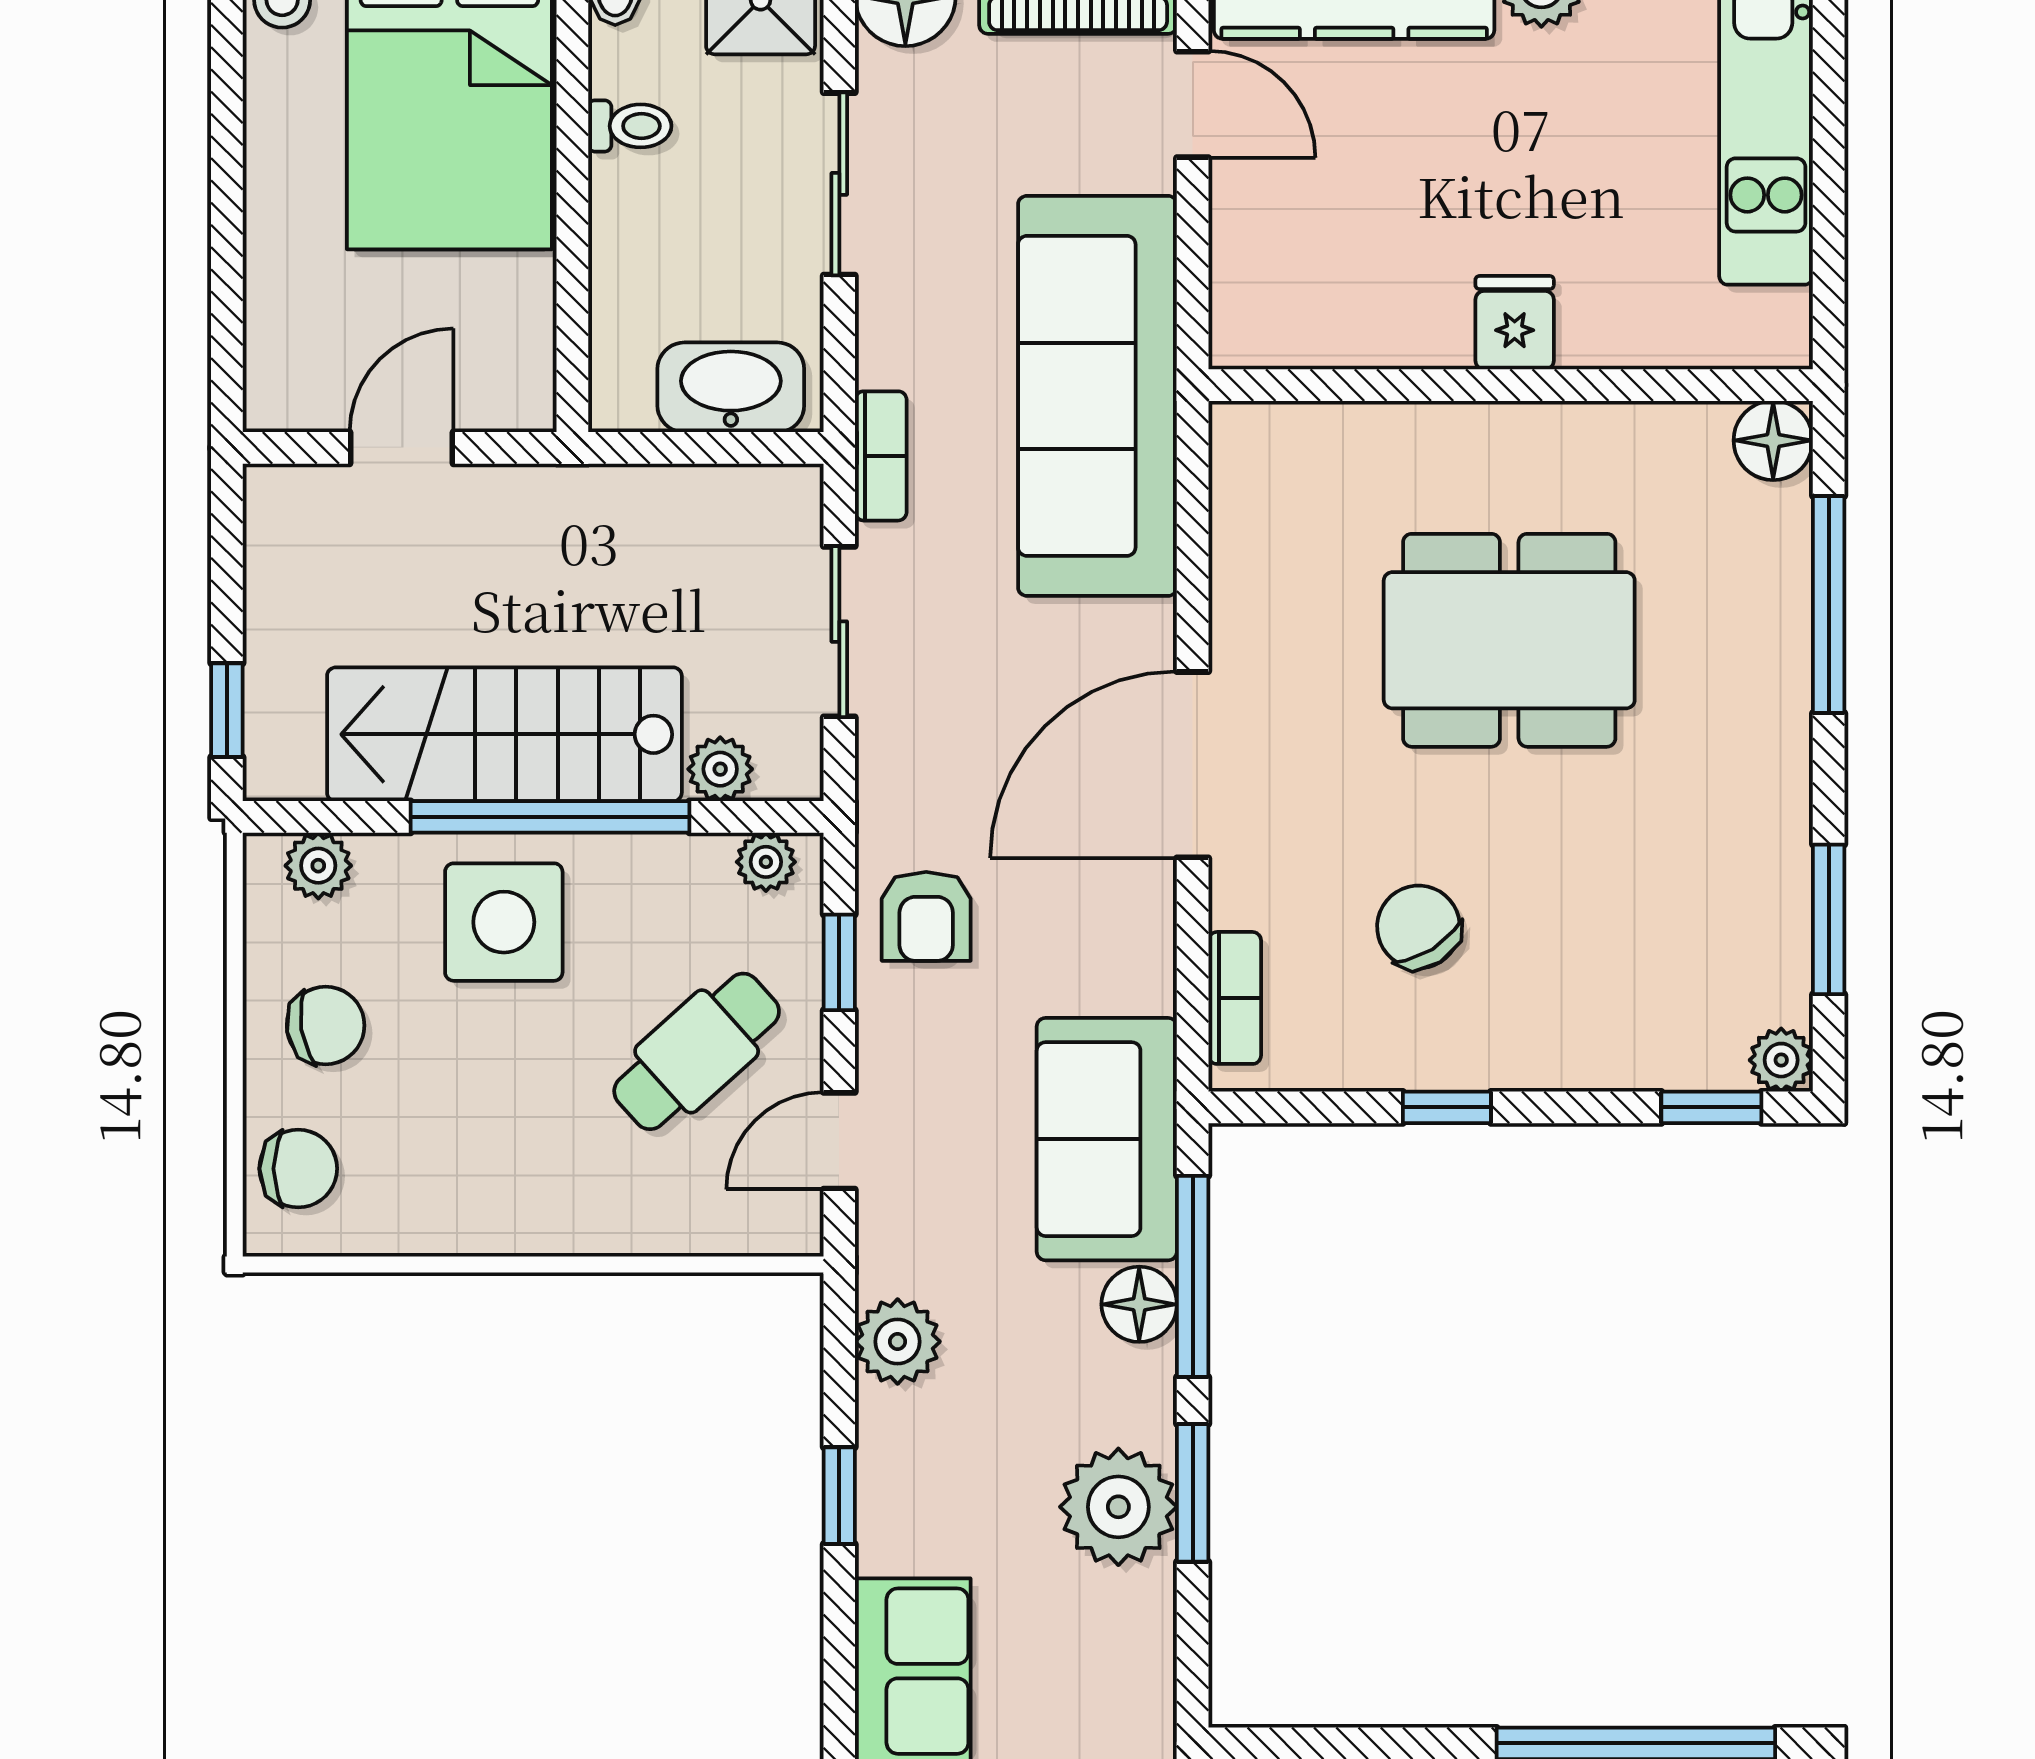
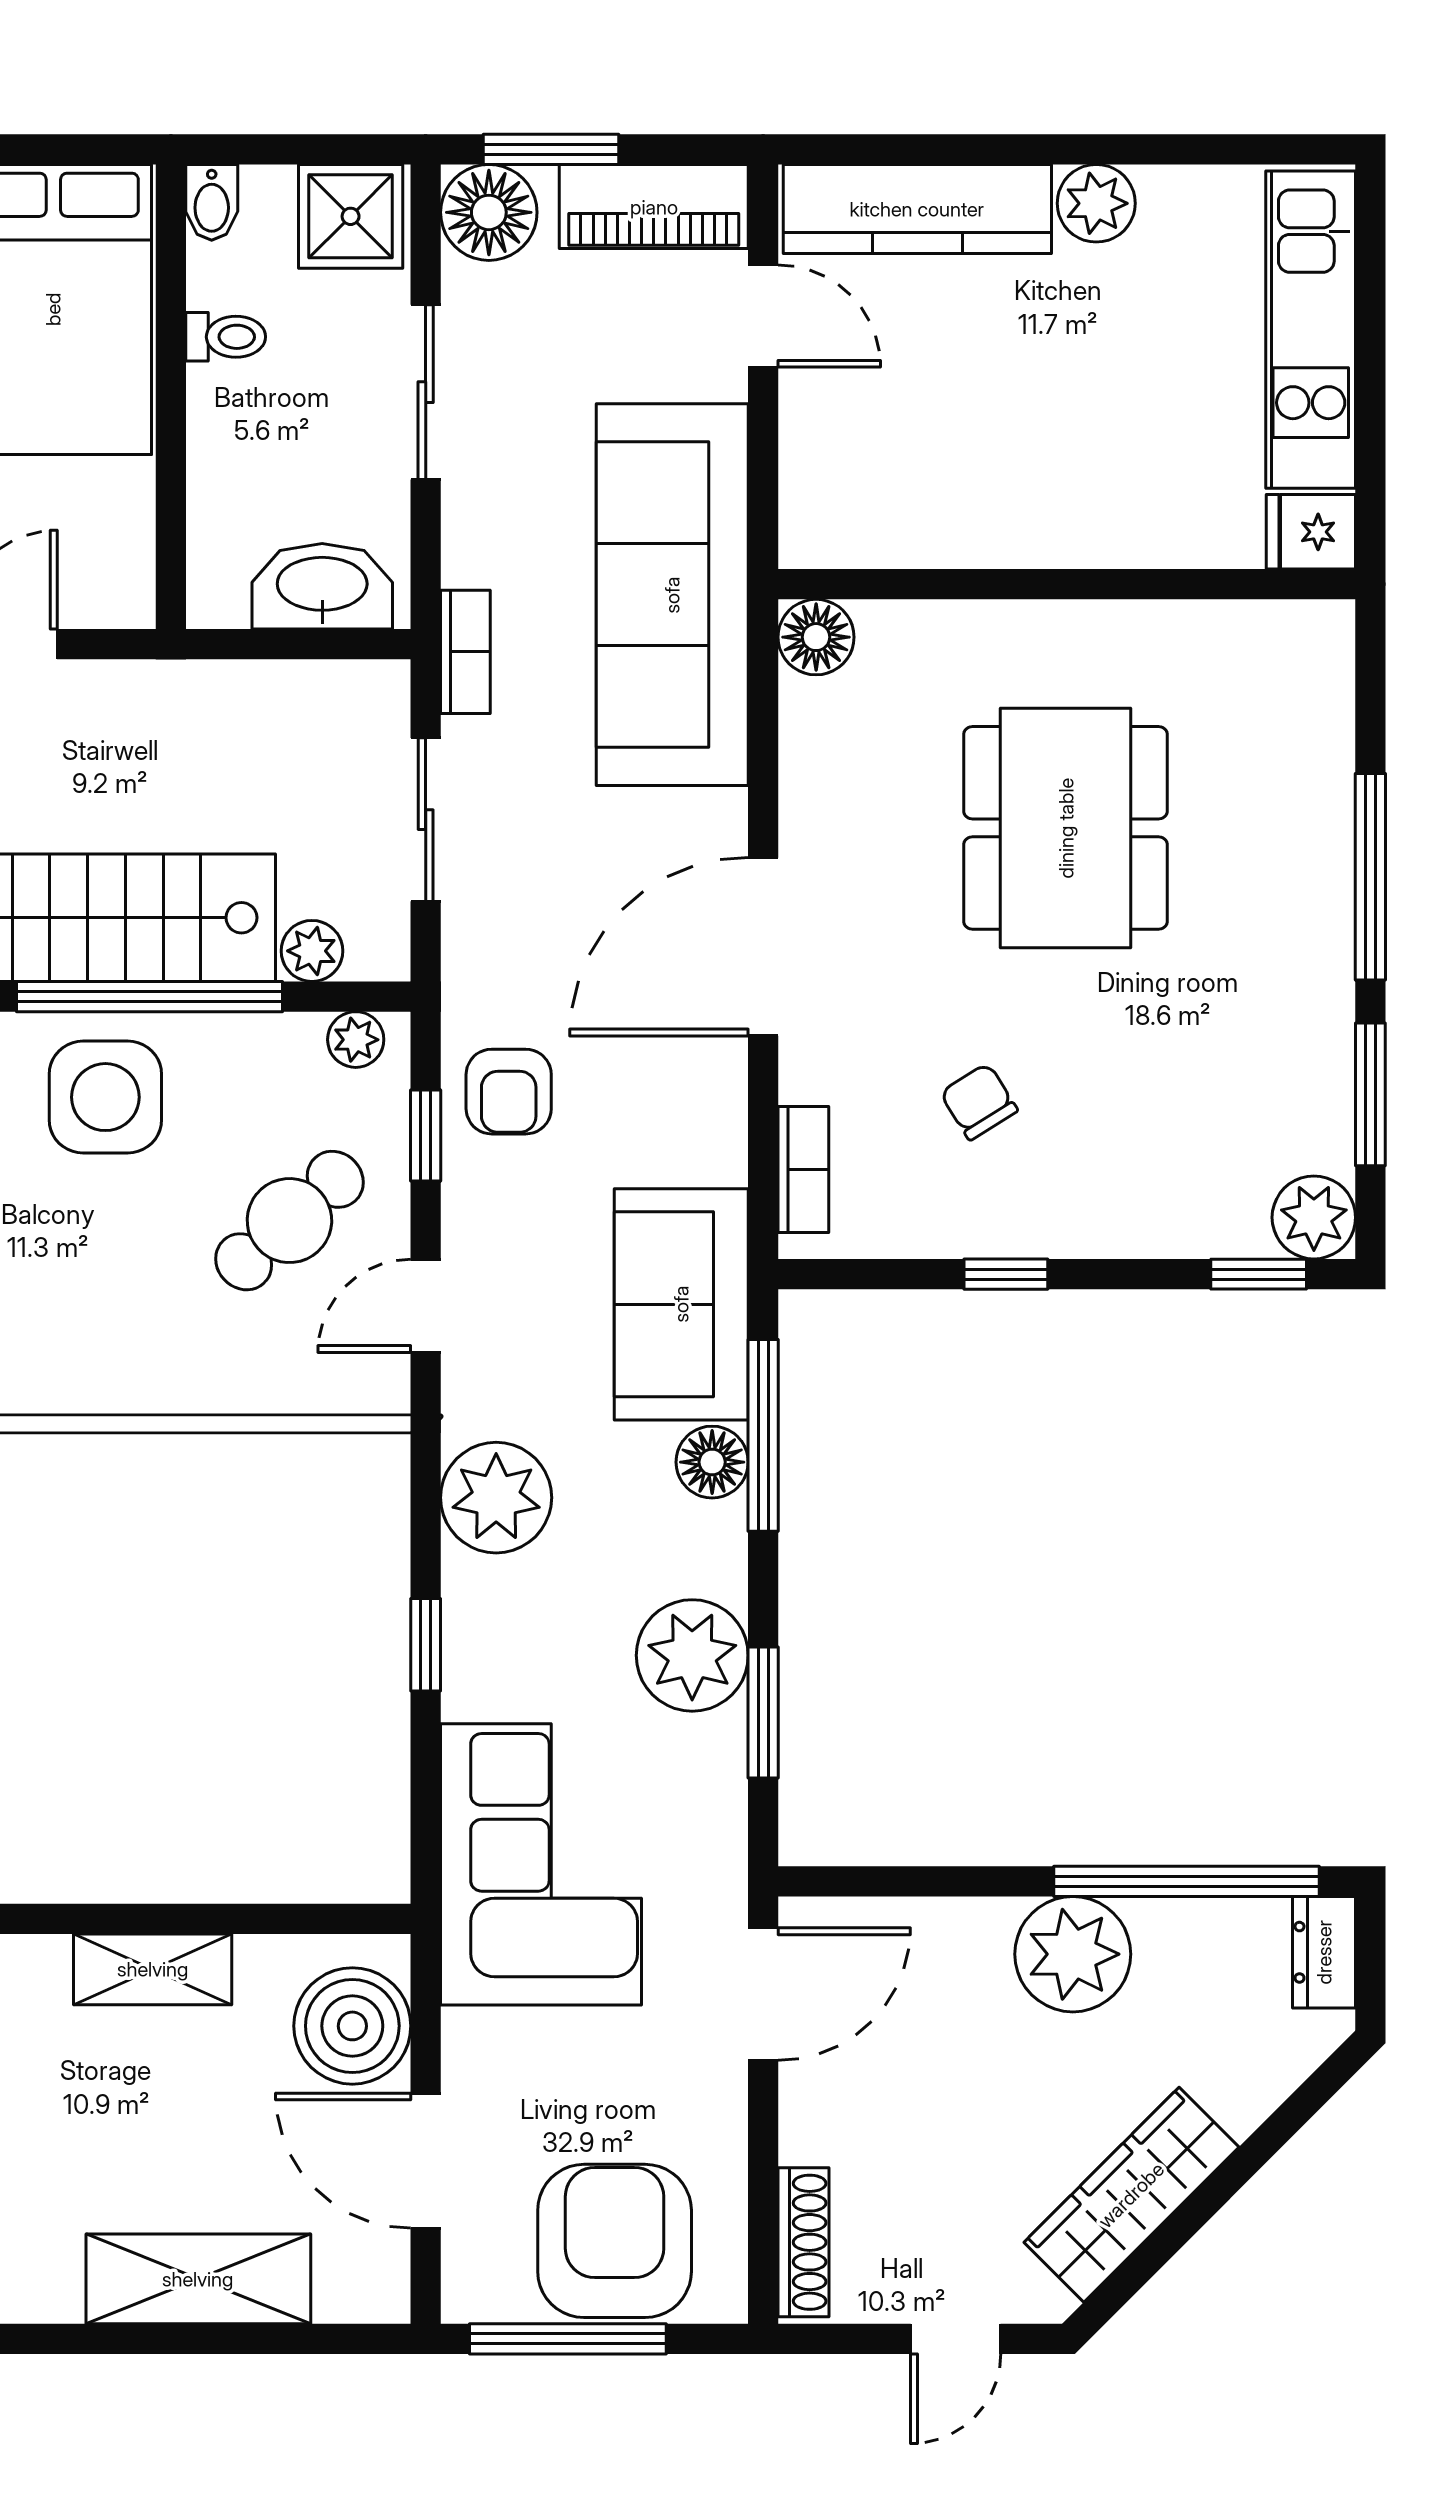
fridge: (1515, 323) -> (1311, 532), moved, turned -90
floor lamp: (1773, 440) -> (816, 637), moved
window: (1829, 605) -> (1370, 877), moved
dining table: (1509, 640) -> (1066, 828), turned 90
chair: (1418, 927) -> (979, 1102), width x0.73, depth x0.73
plant: (1781, 1060) -> (1314, 1217), width x1.38, depth x1.38
plant: (898, 1342) -> (496, 1498), width x1.36, depth x1.36
window: (1193, 1493) -> (763, 1712), moved

